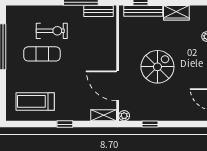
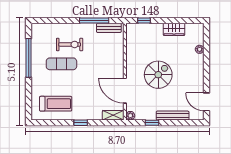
bench: (143, 11) -> (173, 115), moved
treadmill: (35, 101) -> (56, 104), turned 180

